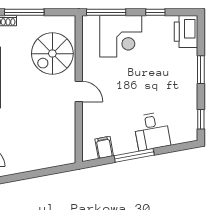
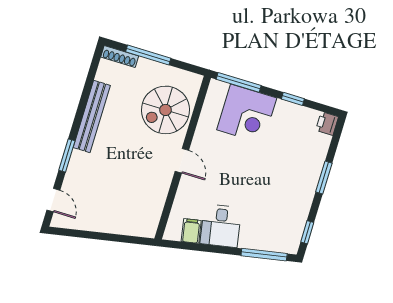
printer: (186, 32) -> (327, 124), width x0.53, depth x0.68
desk: (152, 131) -> (221, 226), moved
window: (134, 155) -> (264, 255), moved

